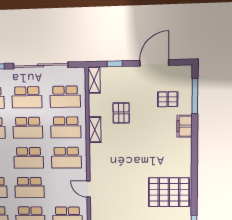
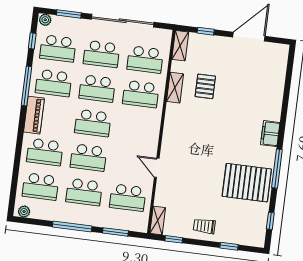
window: (195, 96) -> (277, 169), moved
pallet: (168, 99) -> (258, 79), removed
filing cabinet: (185, 126) -> (270, 134), moved
shelving: (95, 130) -> (175, 88), moved
school desk: (66, 158) -> (136, 129), removed

